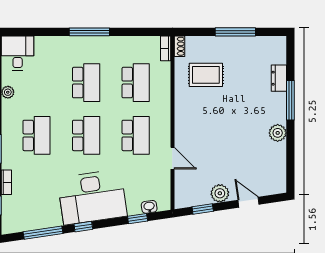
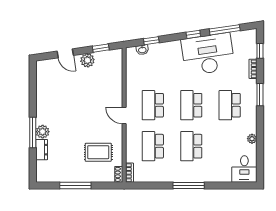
plant: (278, 133) -> (43, 132), moved
door: (172, 158) -> (124, 116), moved
desk: (92, 197) -> (208, 54), moved

